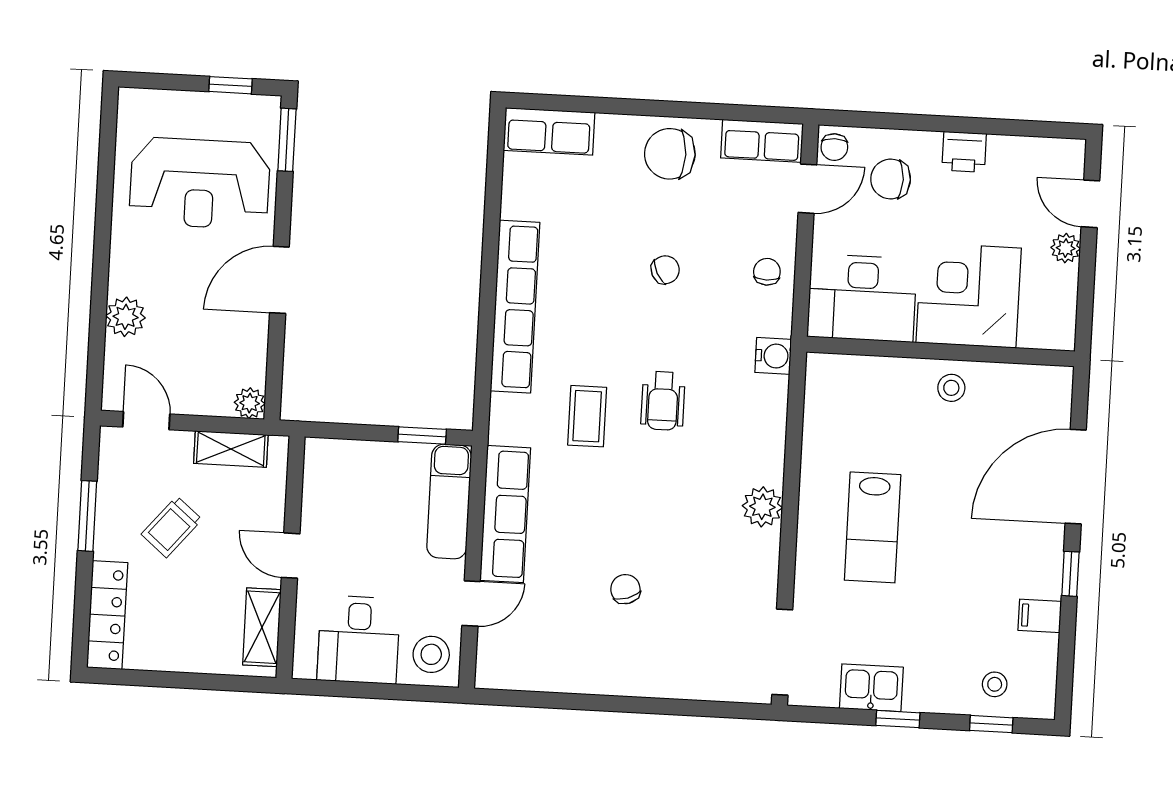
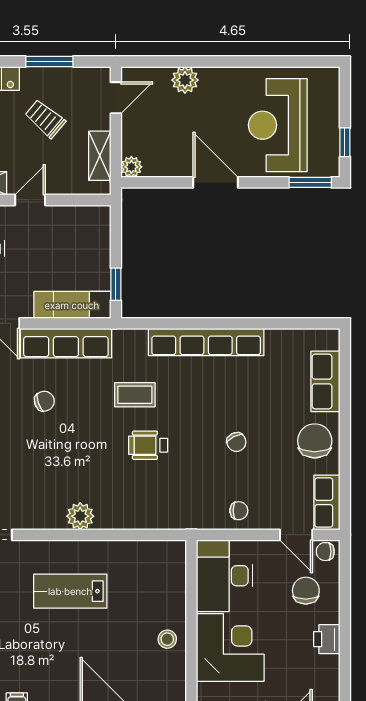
row of seats: (549, 131) -> (325, 381), moved
water cooler: (773, 356) -> (182, 518), removed
chair: (625, 589) -> (44, 401), moved

